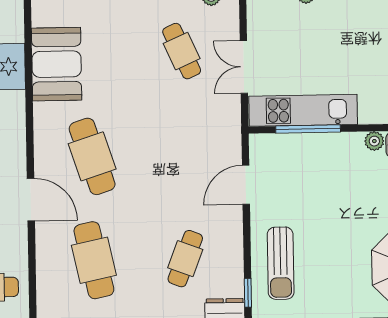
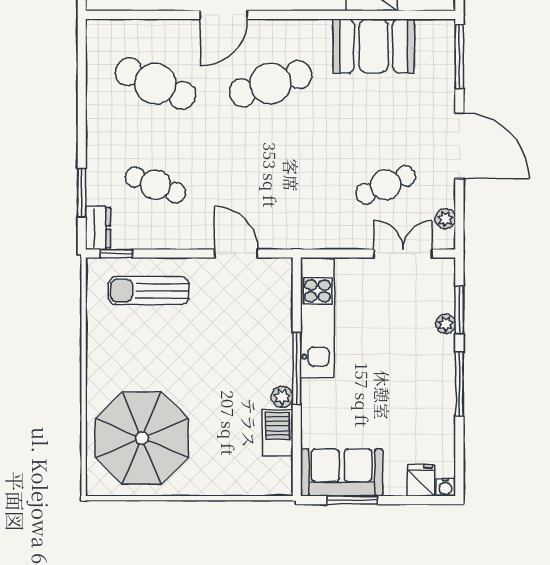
double door: (244, 67) -> (403, 254), moved
window: (308, 129) -> (297, 368), moved
cafe table: (94, 260) -> (155, 84), turned 36

